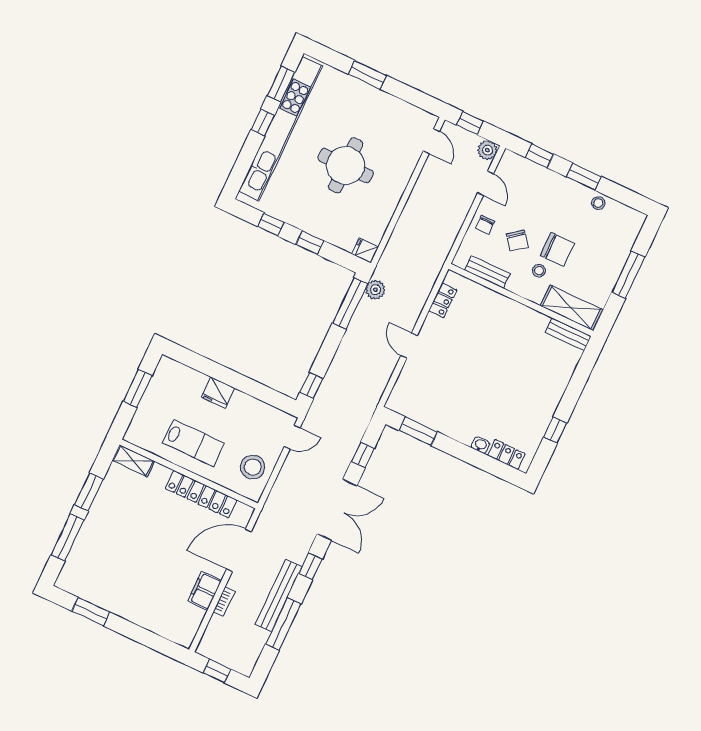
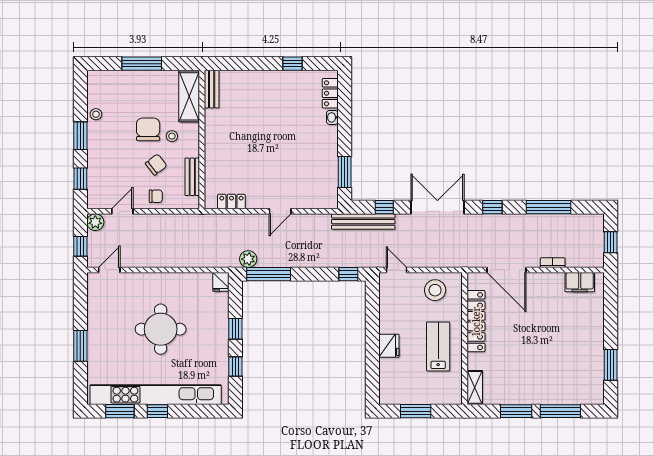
filing cabinet: (205, 591) -> (580, 282), moved
bench: (279, 596) -> (363, 222), moved

